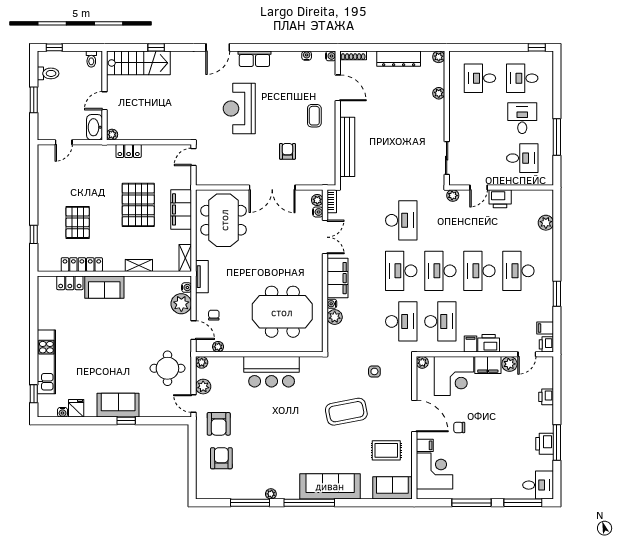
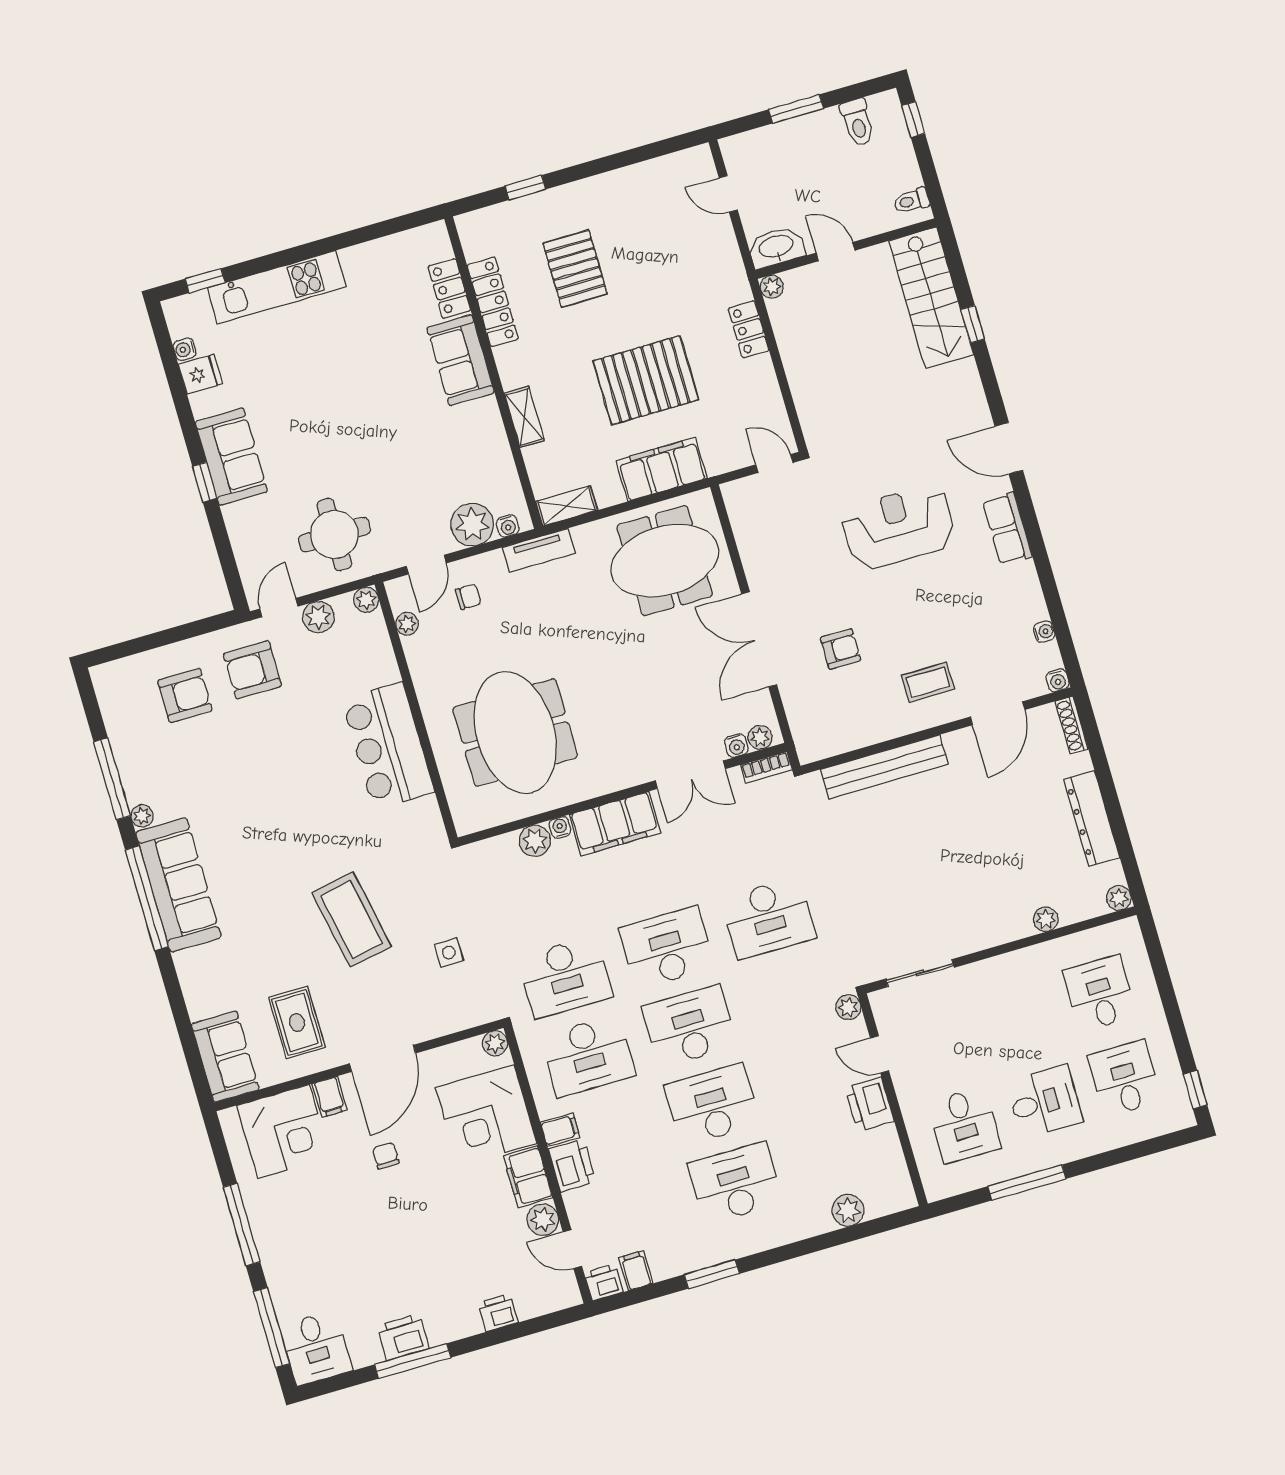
pallet: (78, 222) -> (575, 269), turned 90
sofa: (330, 486) -> (178, 885), moved

